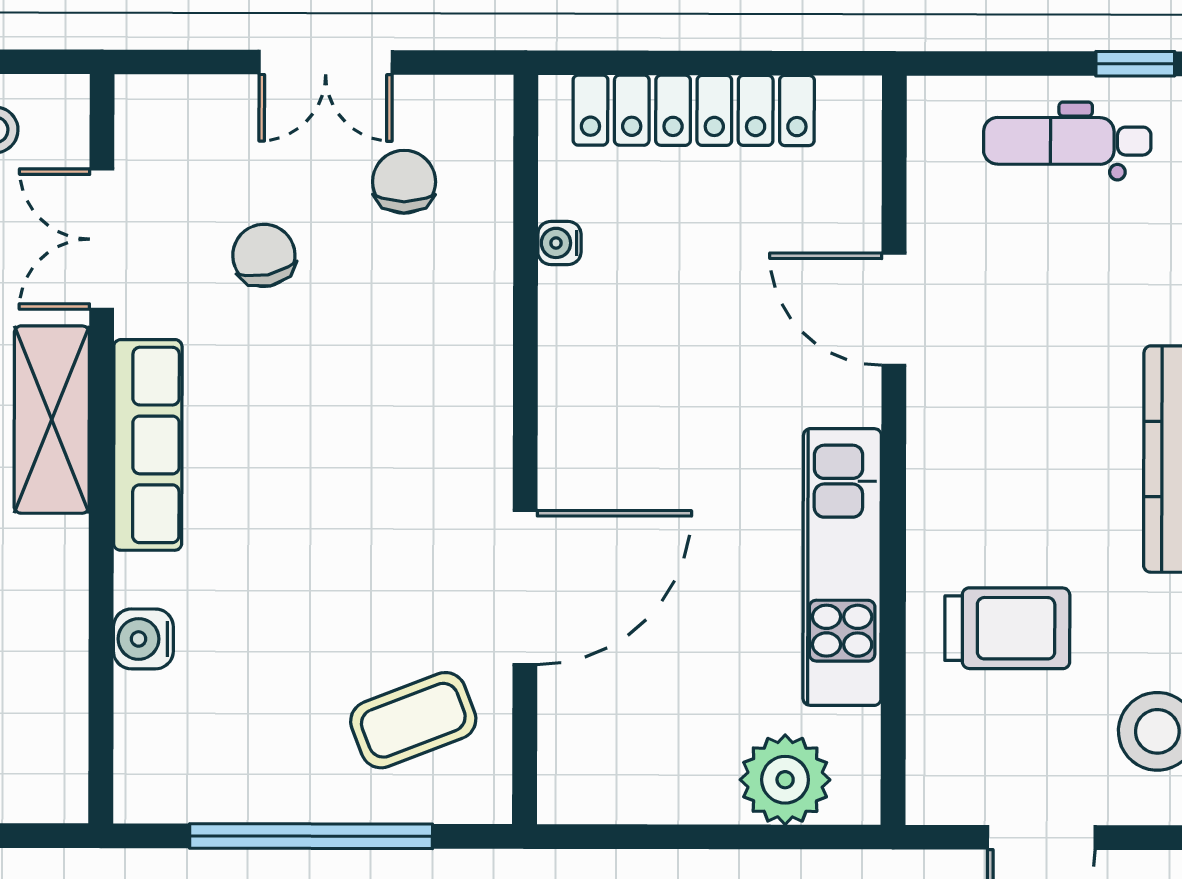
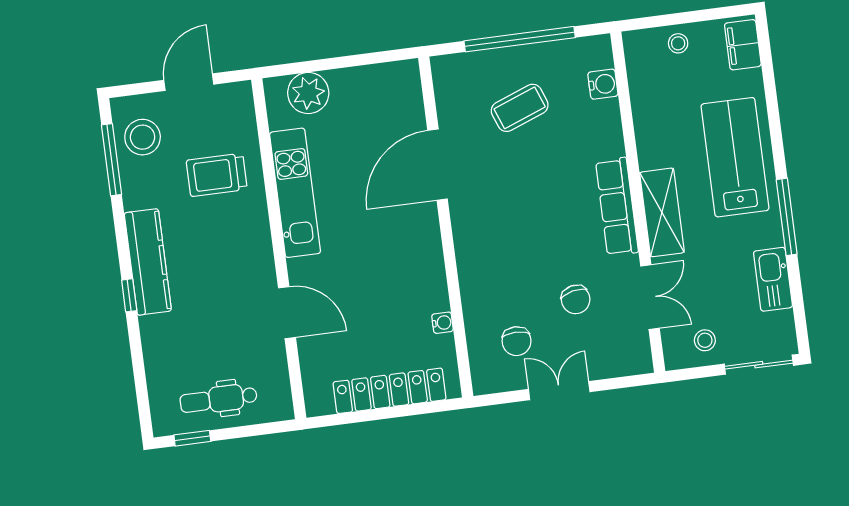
dental chair: (1067, 141) -> (219, 399), turned 180
water cooler: (143, 639) -> (603, 84), moved
coffee table: (413, 720) -> (520, 108), moved

